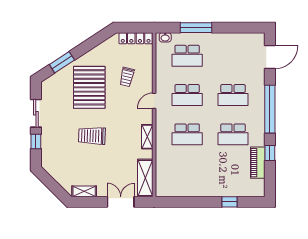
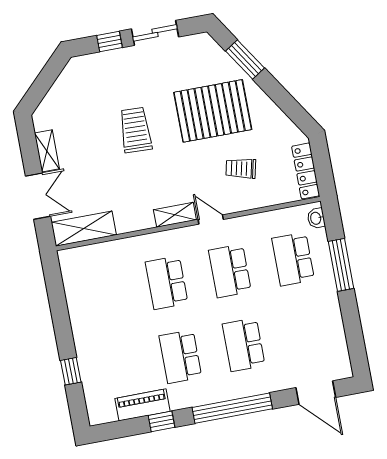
shelving: (147, 137) -> (175, 215), moved
shelving: (84, 191) -> (47, 151), moved

